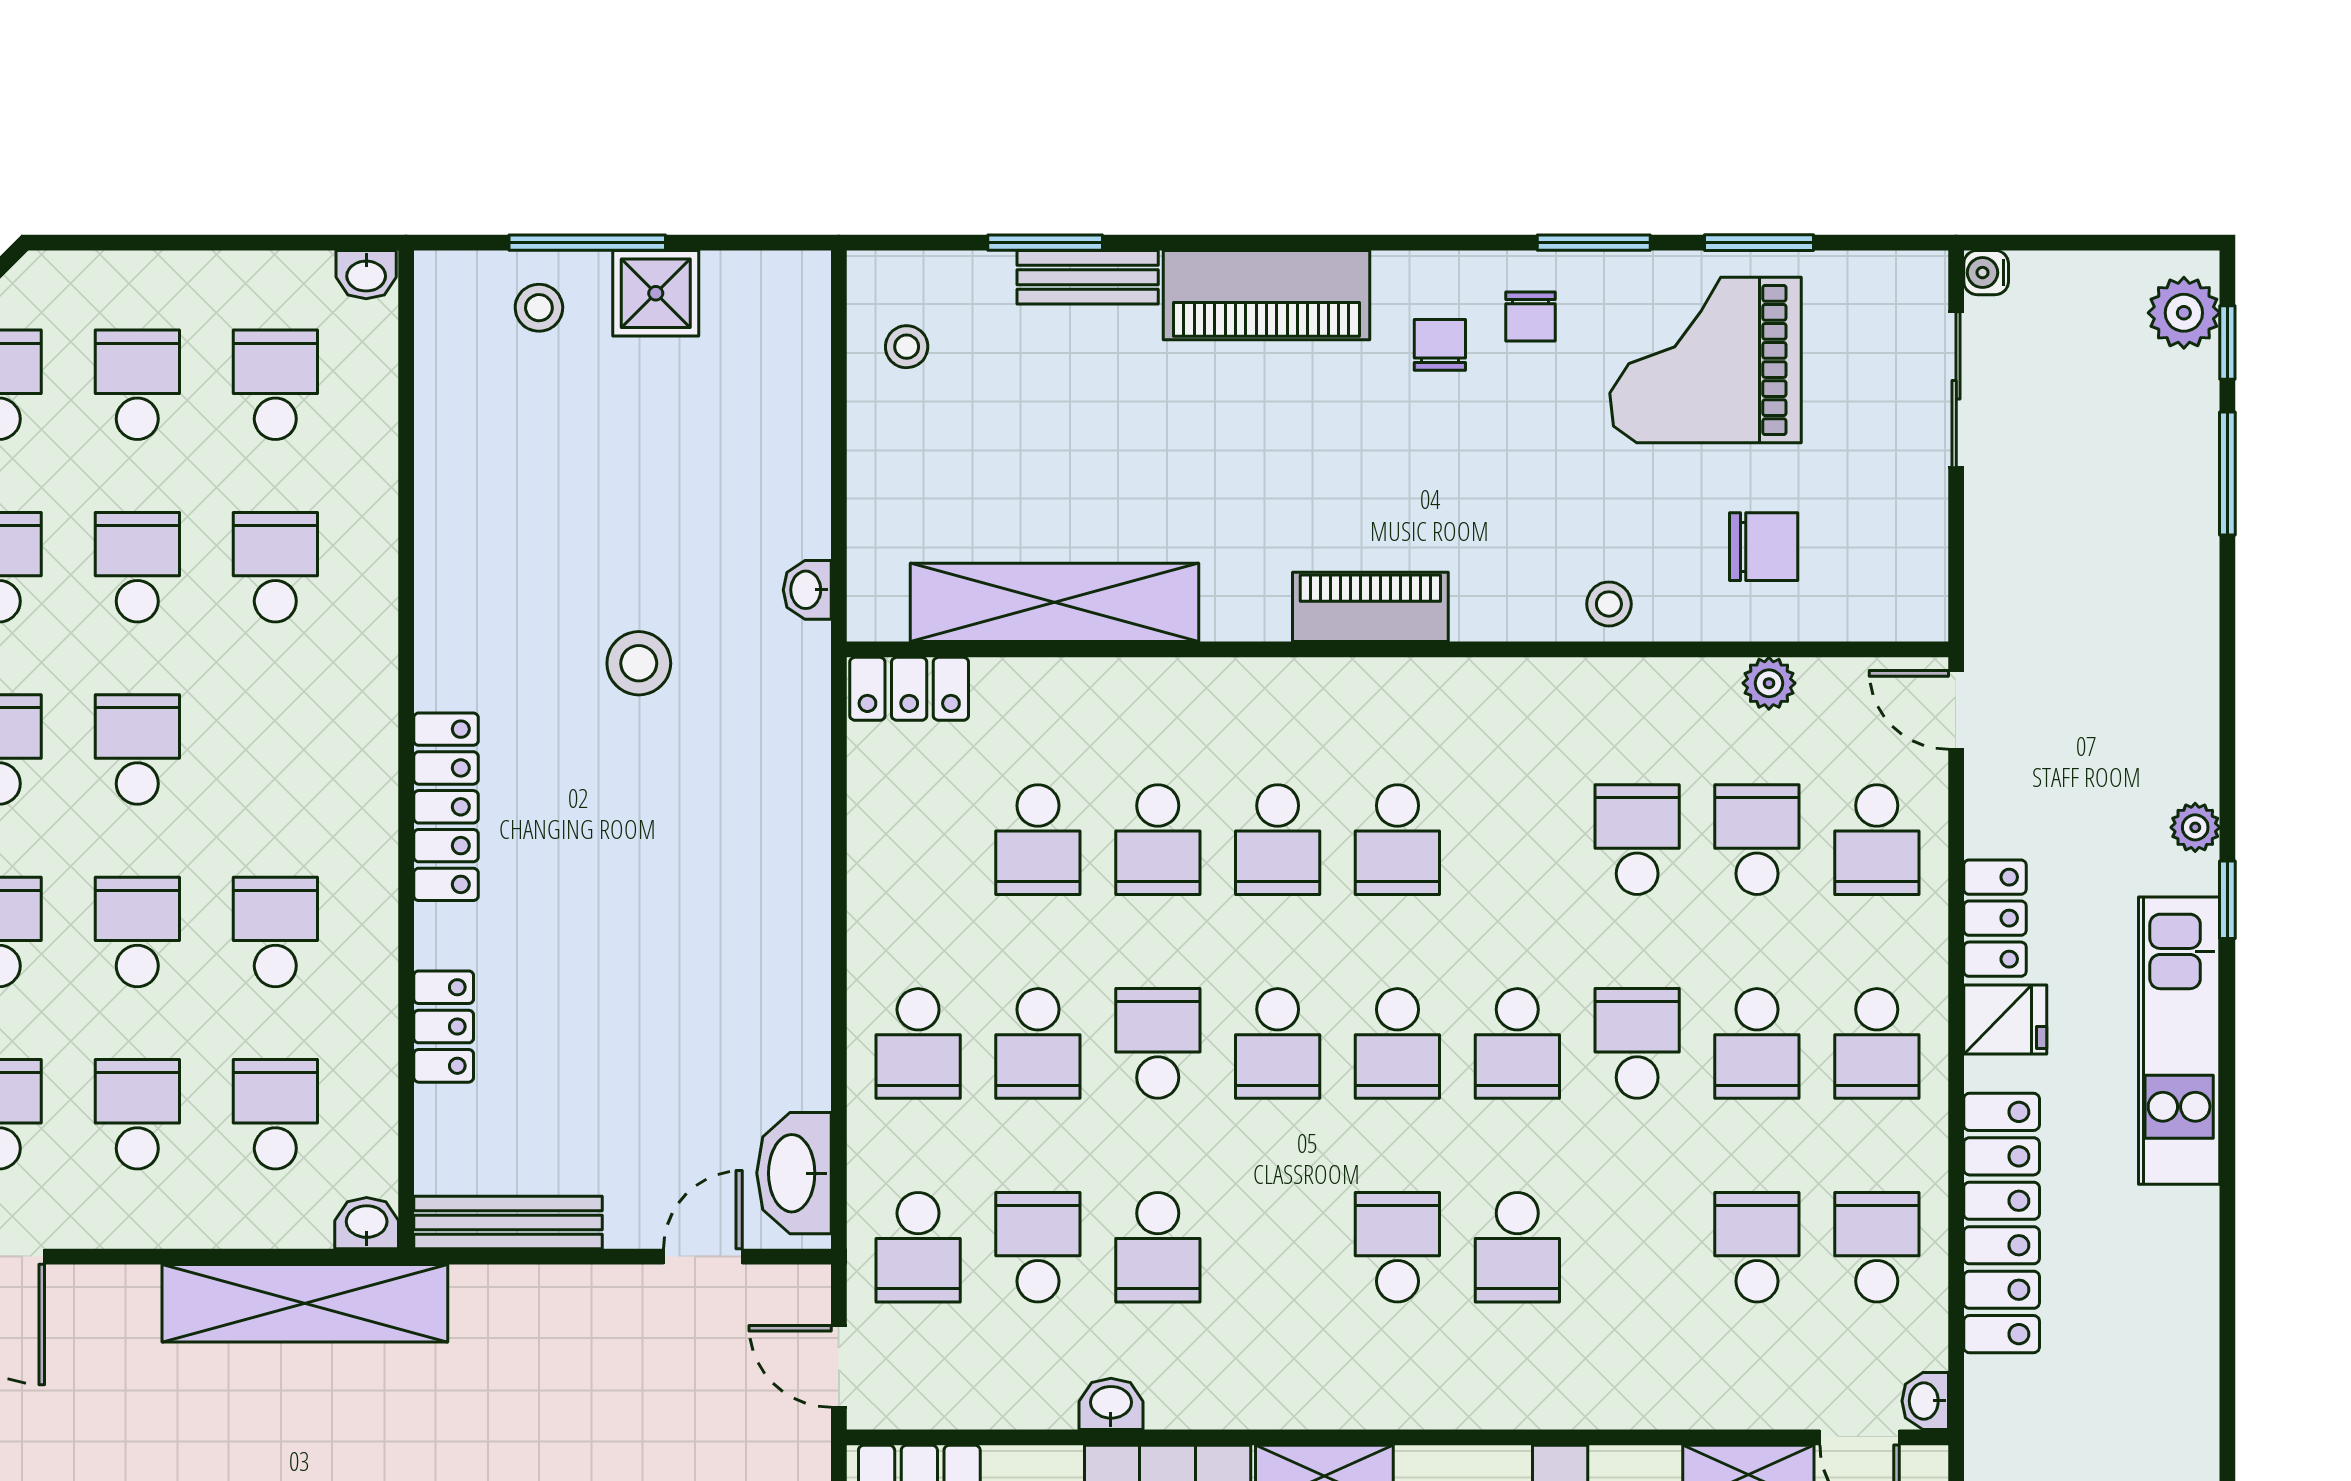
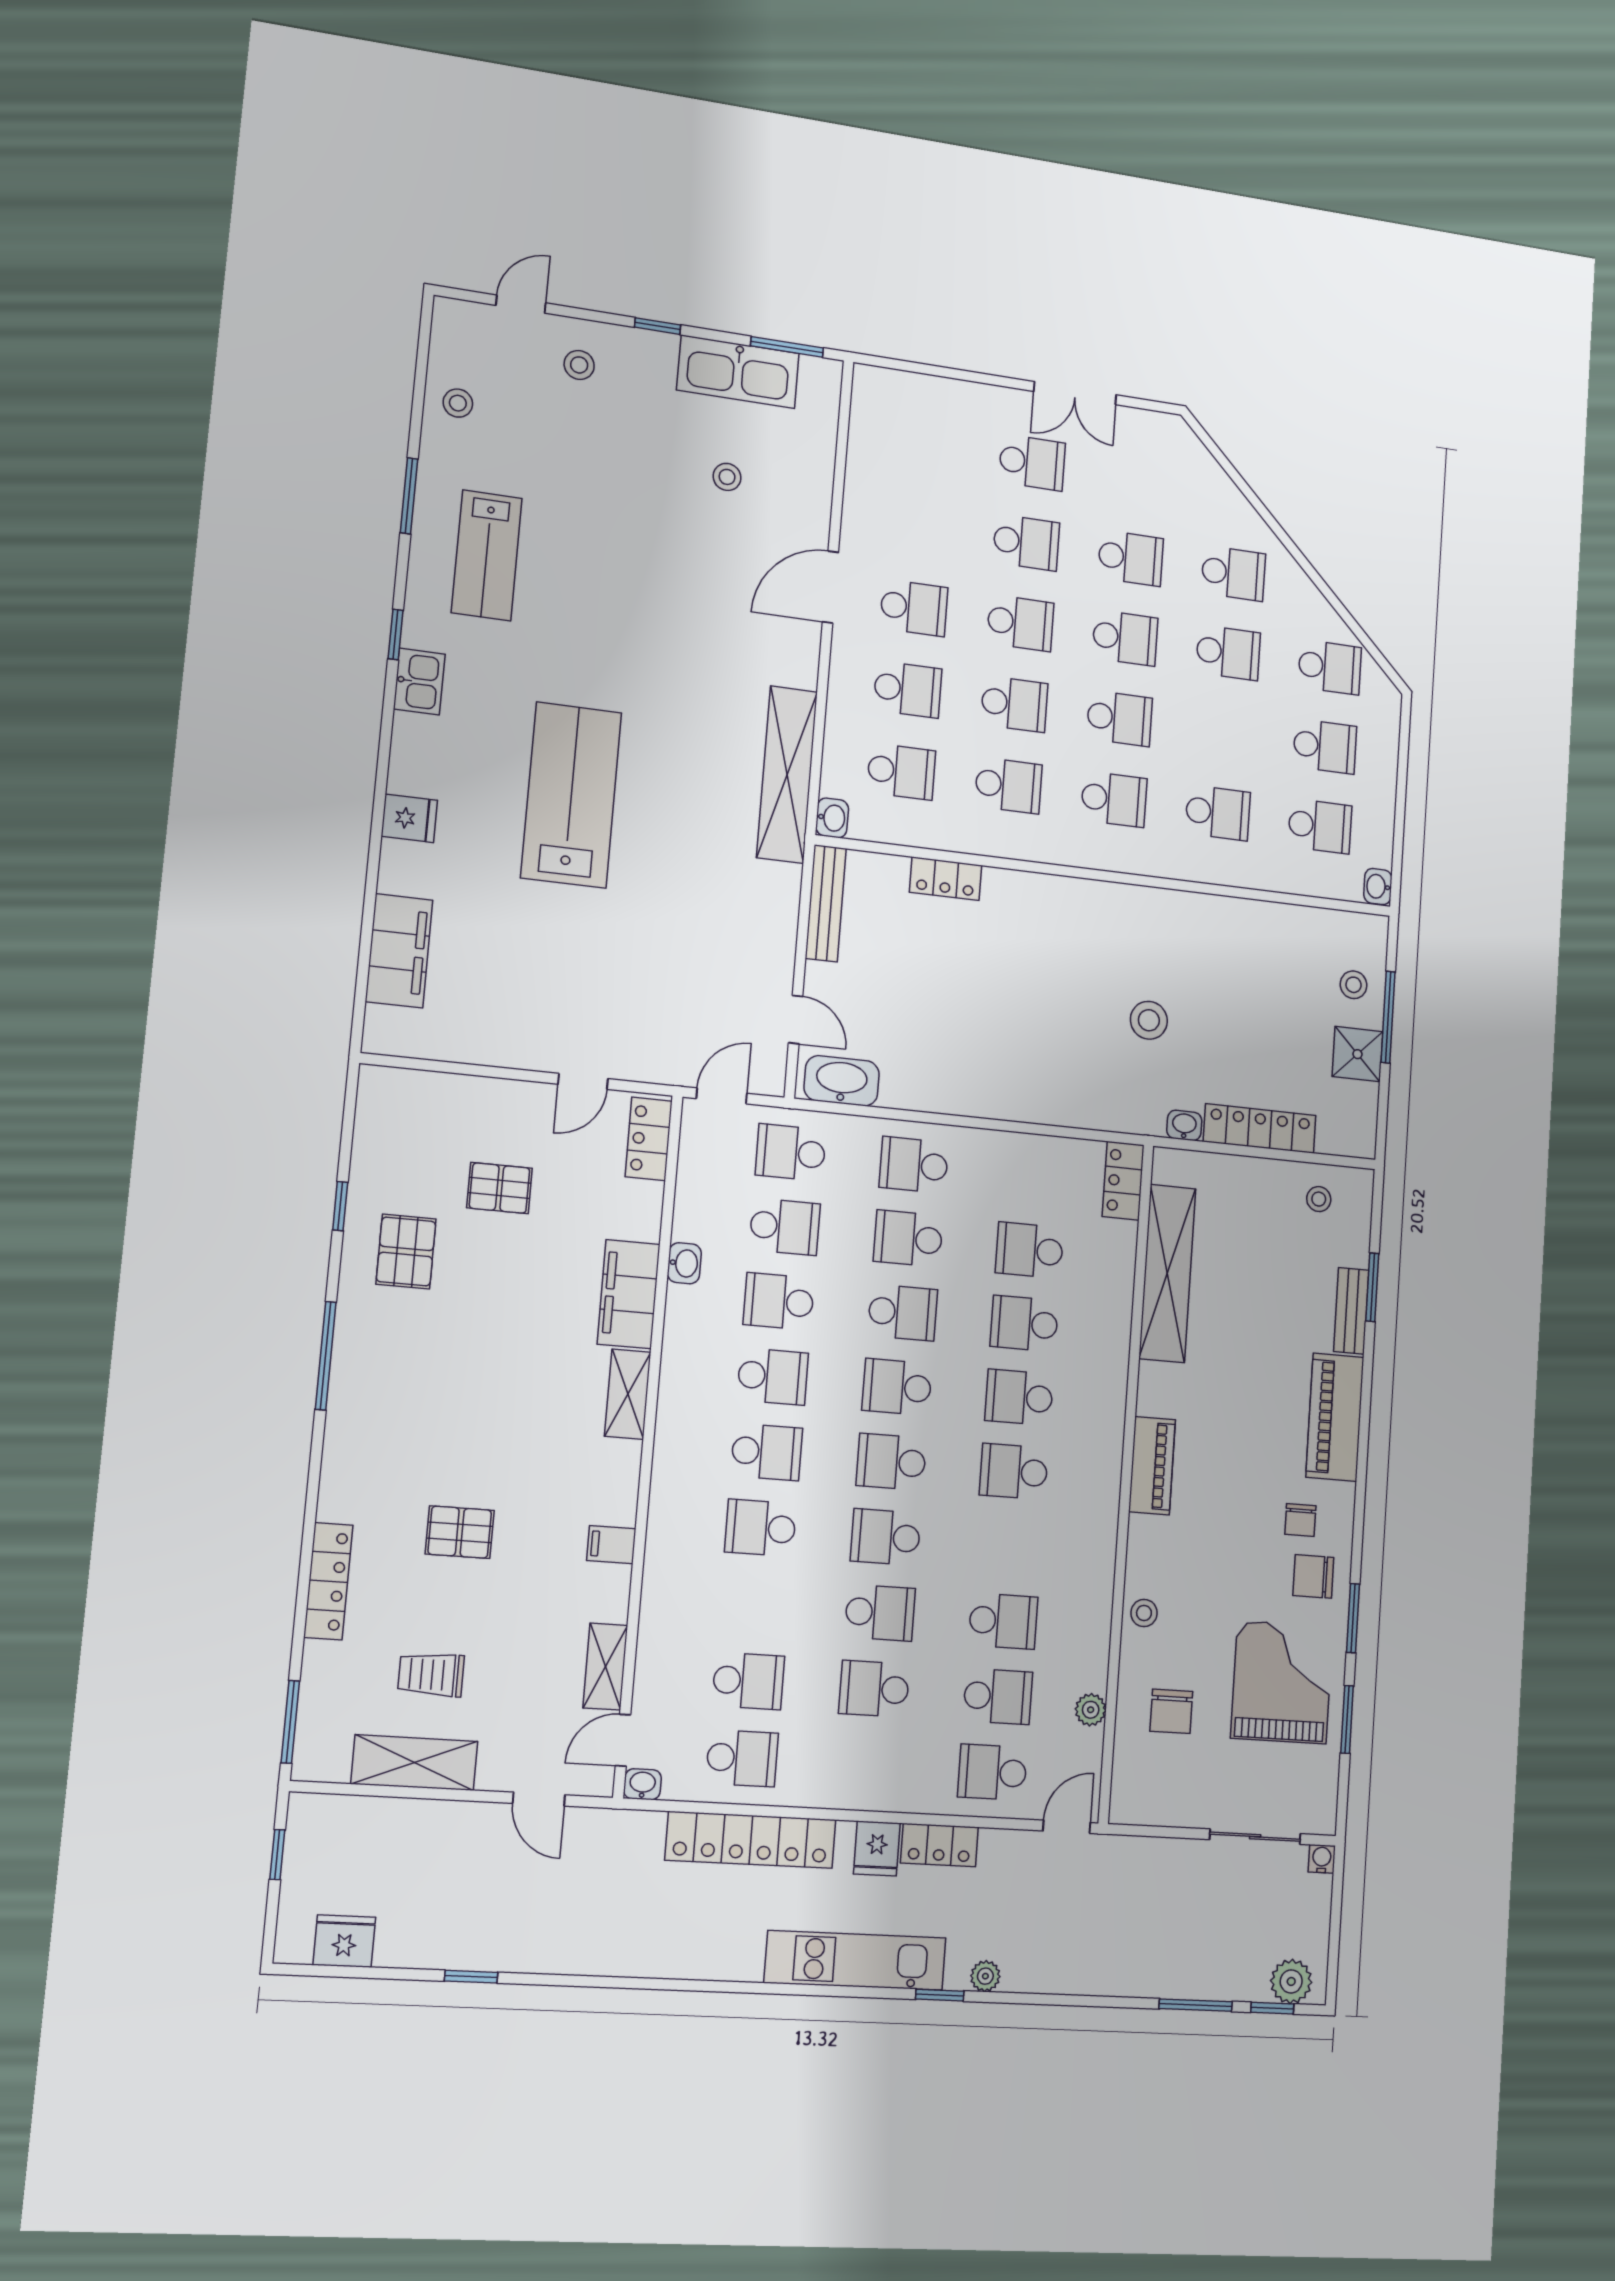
chair: (1530, 316) -> (1313, 1576), width x1.37, depth x1.37
chair: (1440, 345) -> (1300, 1520), turned 90
school desk: (137, 567) -> (1114, 799), moved
locker: (446, 807) -> (1260, 1128), moved, turned 180
school desk: (1877, 1043) -> (773, 1376), moved, turned 180

